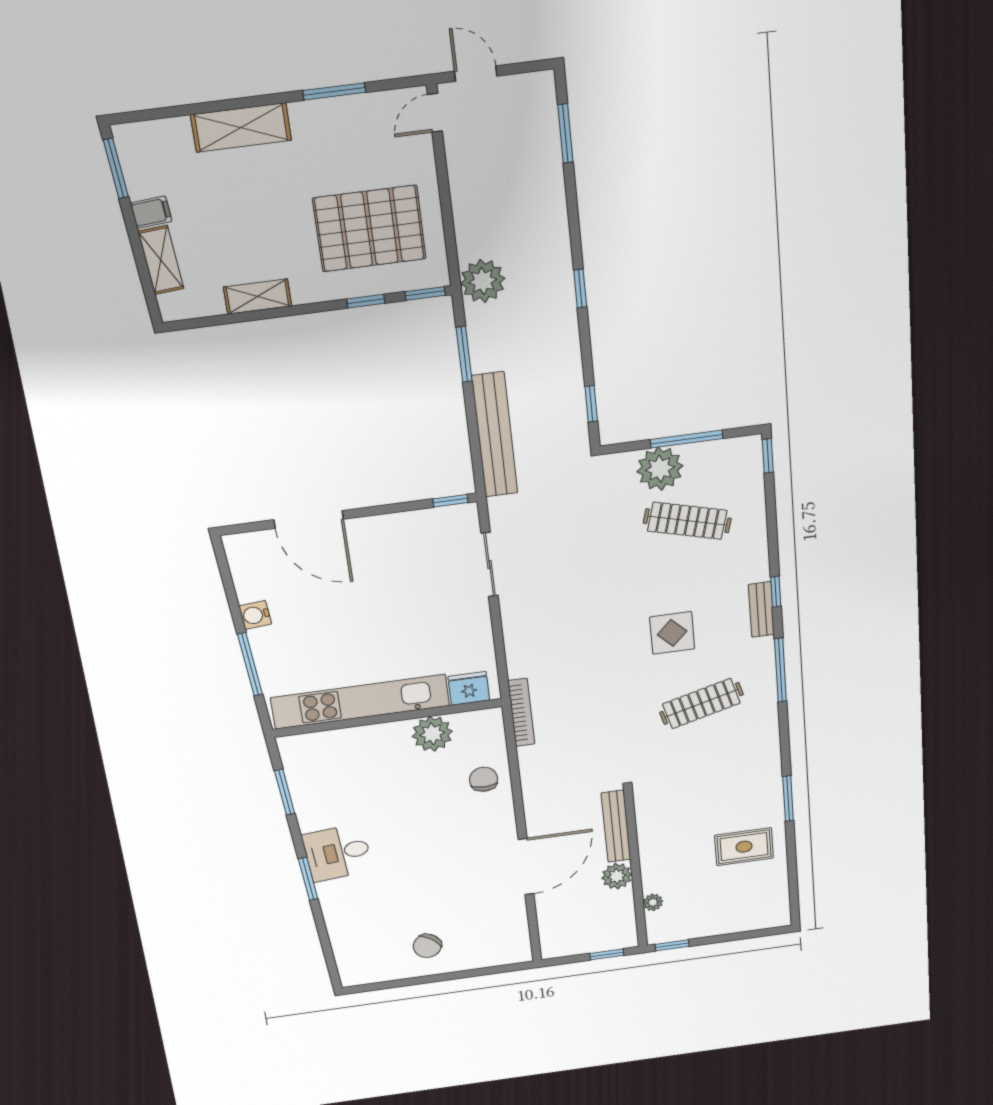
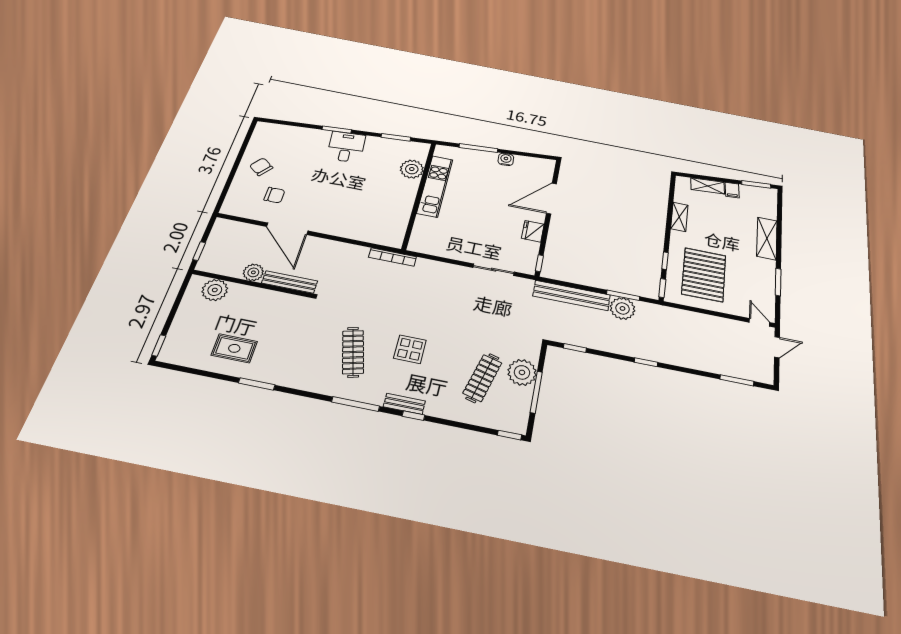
plant: (483, 281) -> (623, 308), moved
fridge: (469, 688) -> (533, 231), moved, turned 180
kitchen unit: (360, 702) -> (435, 186), width x0.73
plant: (432, 734) -> (412, 169), moved
chair: (484, 779) -> (274, 195), moved
rug: (744, 847) -> (234, 348), turned 90
plant: (653, 902) -> (215, 290), width x1.88, depth x1.88
window: (672, 945) -> (159, 345), moved

